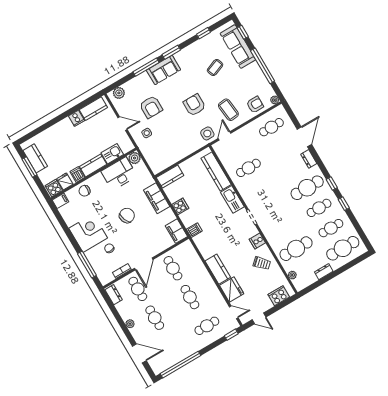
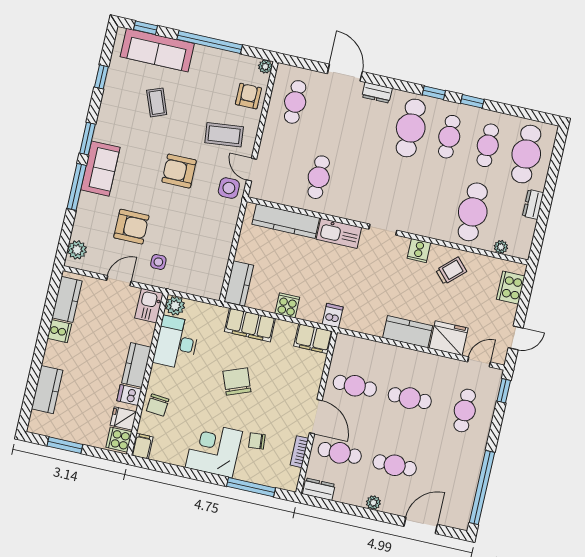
kitchen sink: (112, 154) -> (149, 306), moved
kitchen counter: (35, 158) -> (47, 390), moved, turned 90

